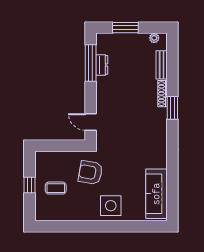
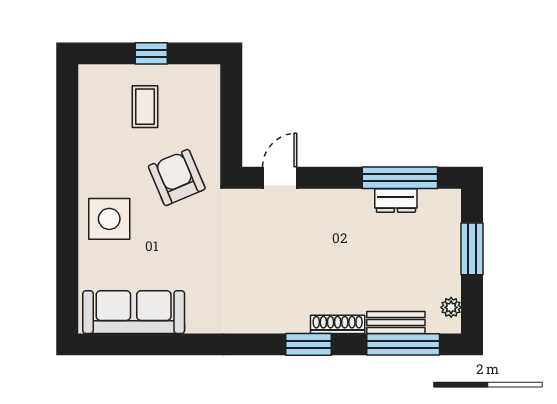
window: (172, 61) -> (403, 344), added
armchair: (90, 173) -> (177, 178), turned -33

